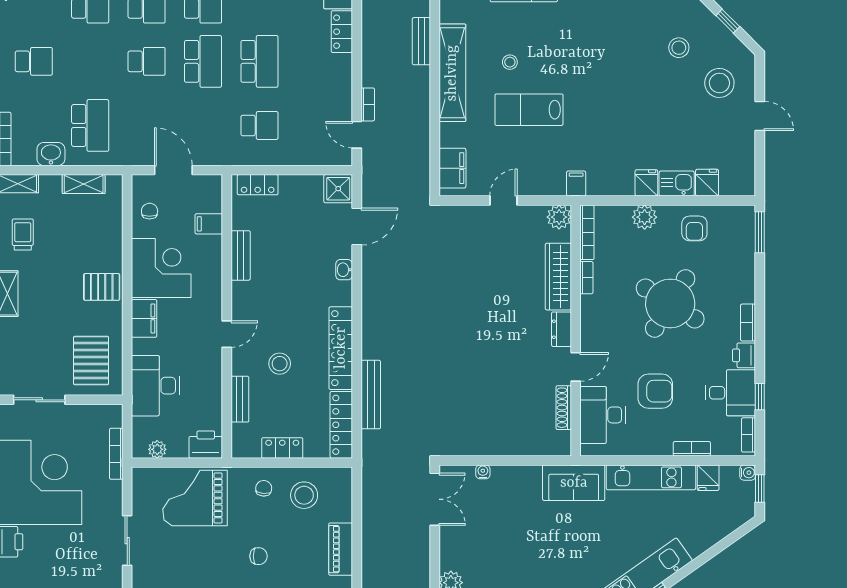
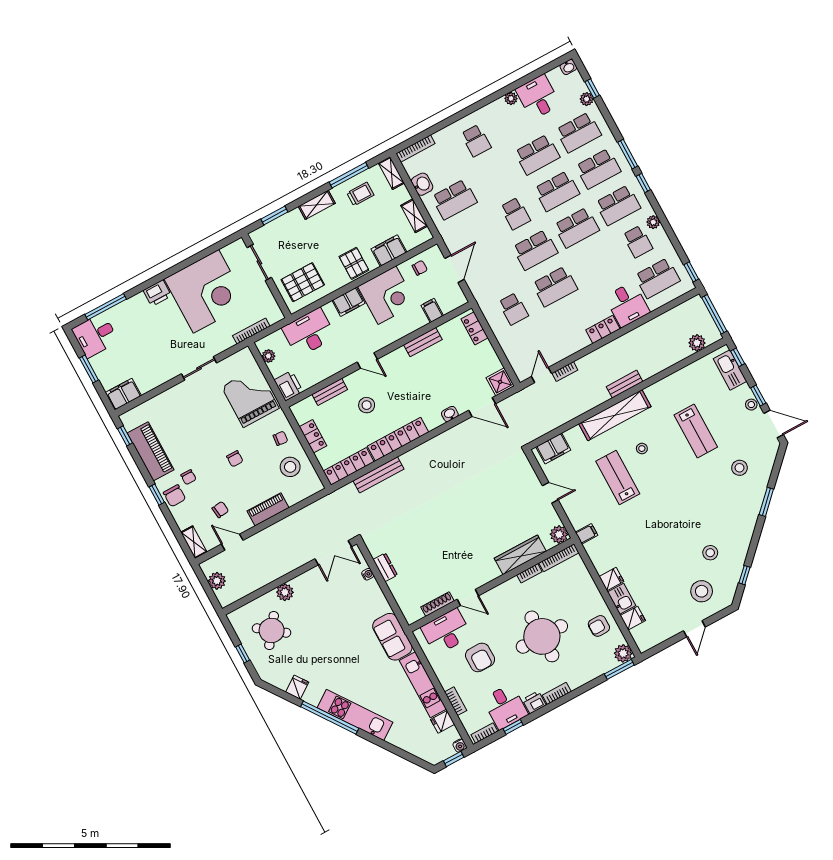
plant: (645, 217) -> (623, 653), moved
filing cabinet: (109, 237) -> (389, 251), added
round table: (670, 303) -> (542, 636), turned -32
dresser: (561, 329) -> (385, 567), moved, turned 90

